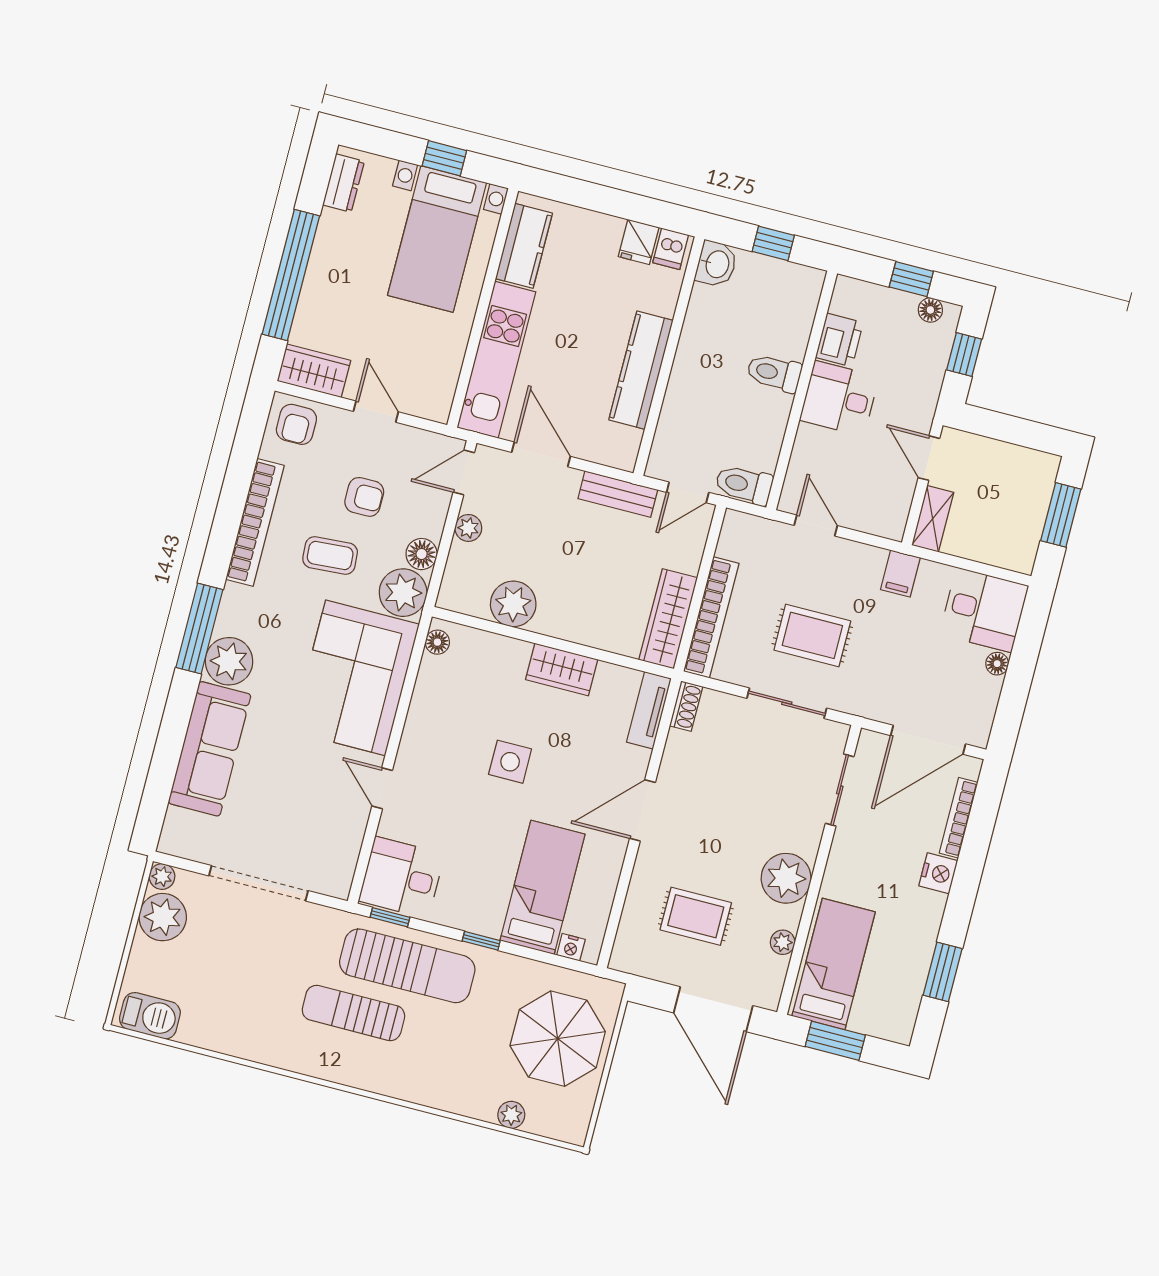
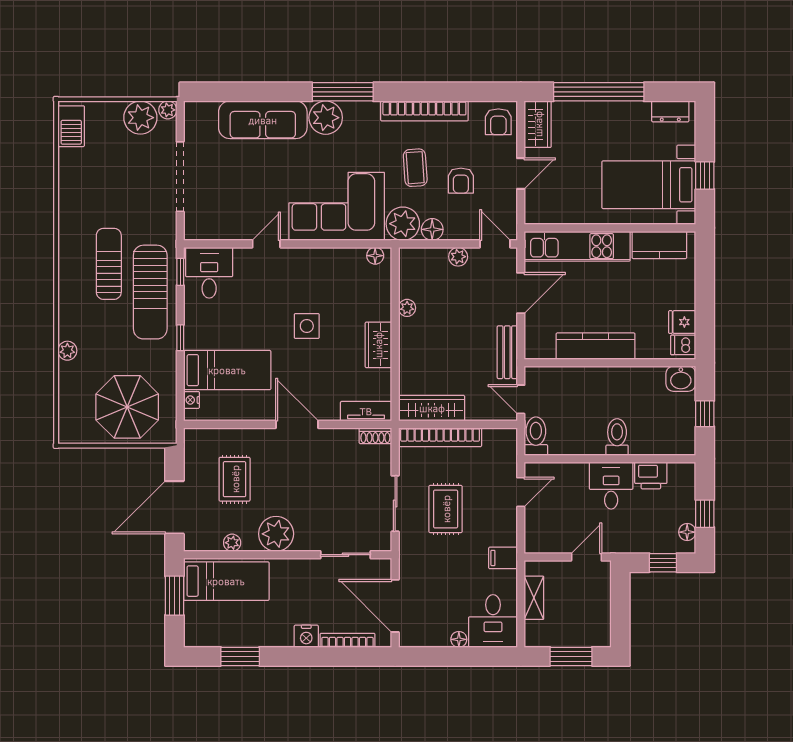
armchair: (296, 424) -> (498, 122), turned -90
shelving: (933, 519) -> (534, 598), moved, turned 90
plant: (513, 604) -> (407, 308), width x0.53, depth x0.53
plant: (511, 1115) -> (67, 351), moved

